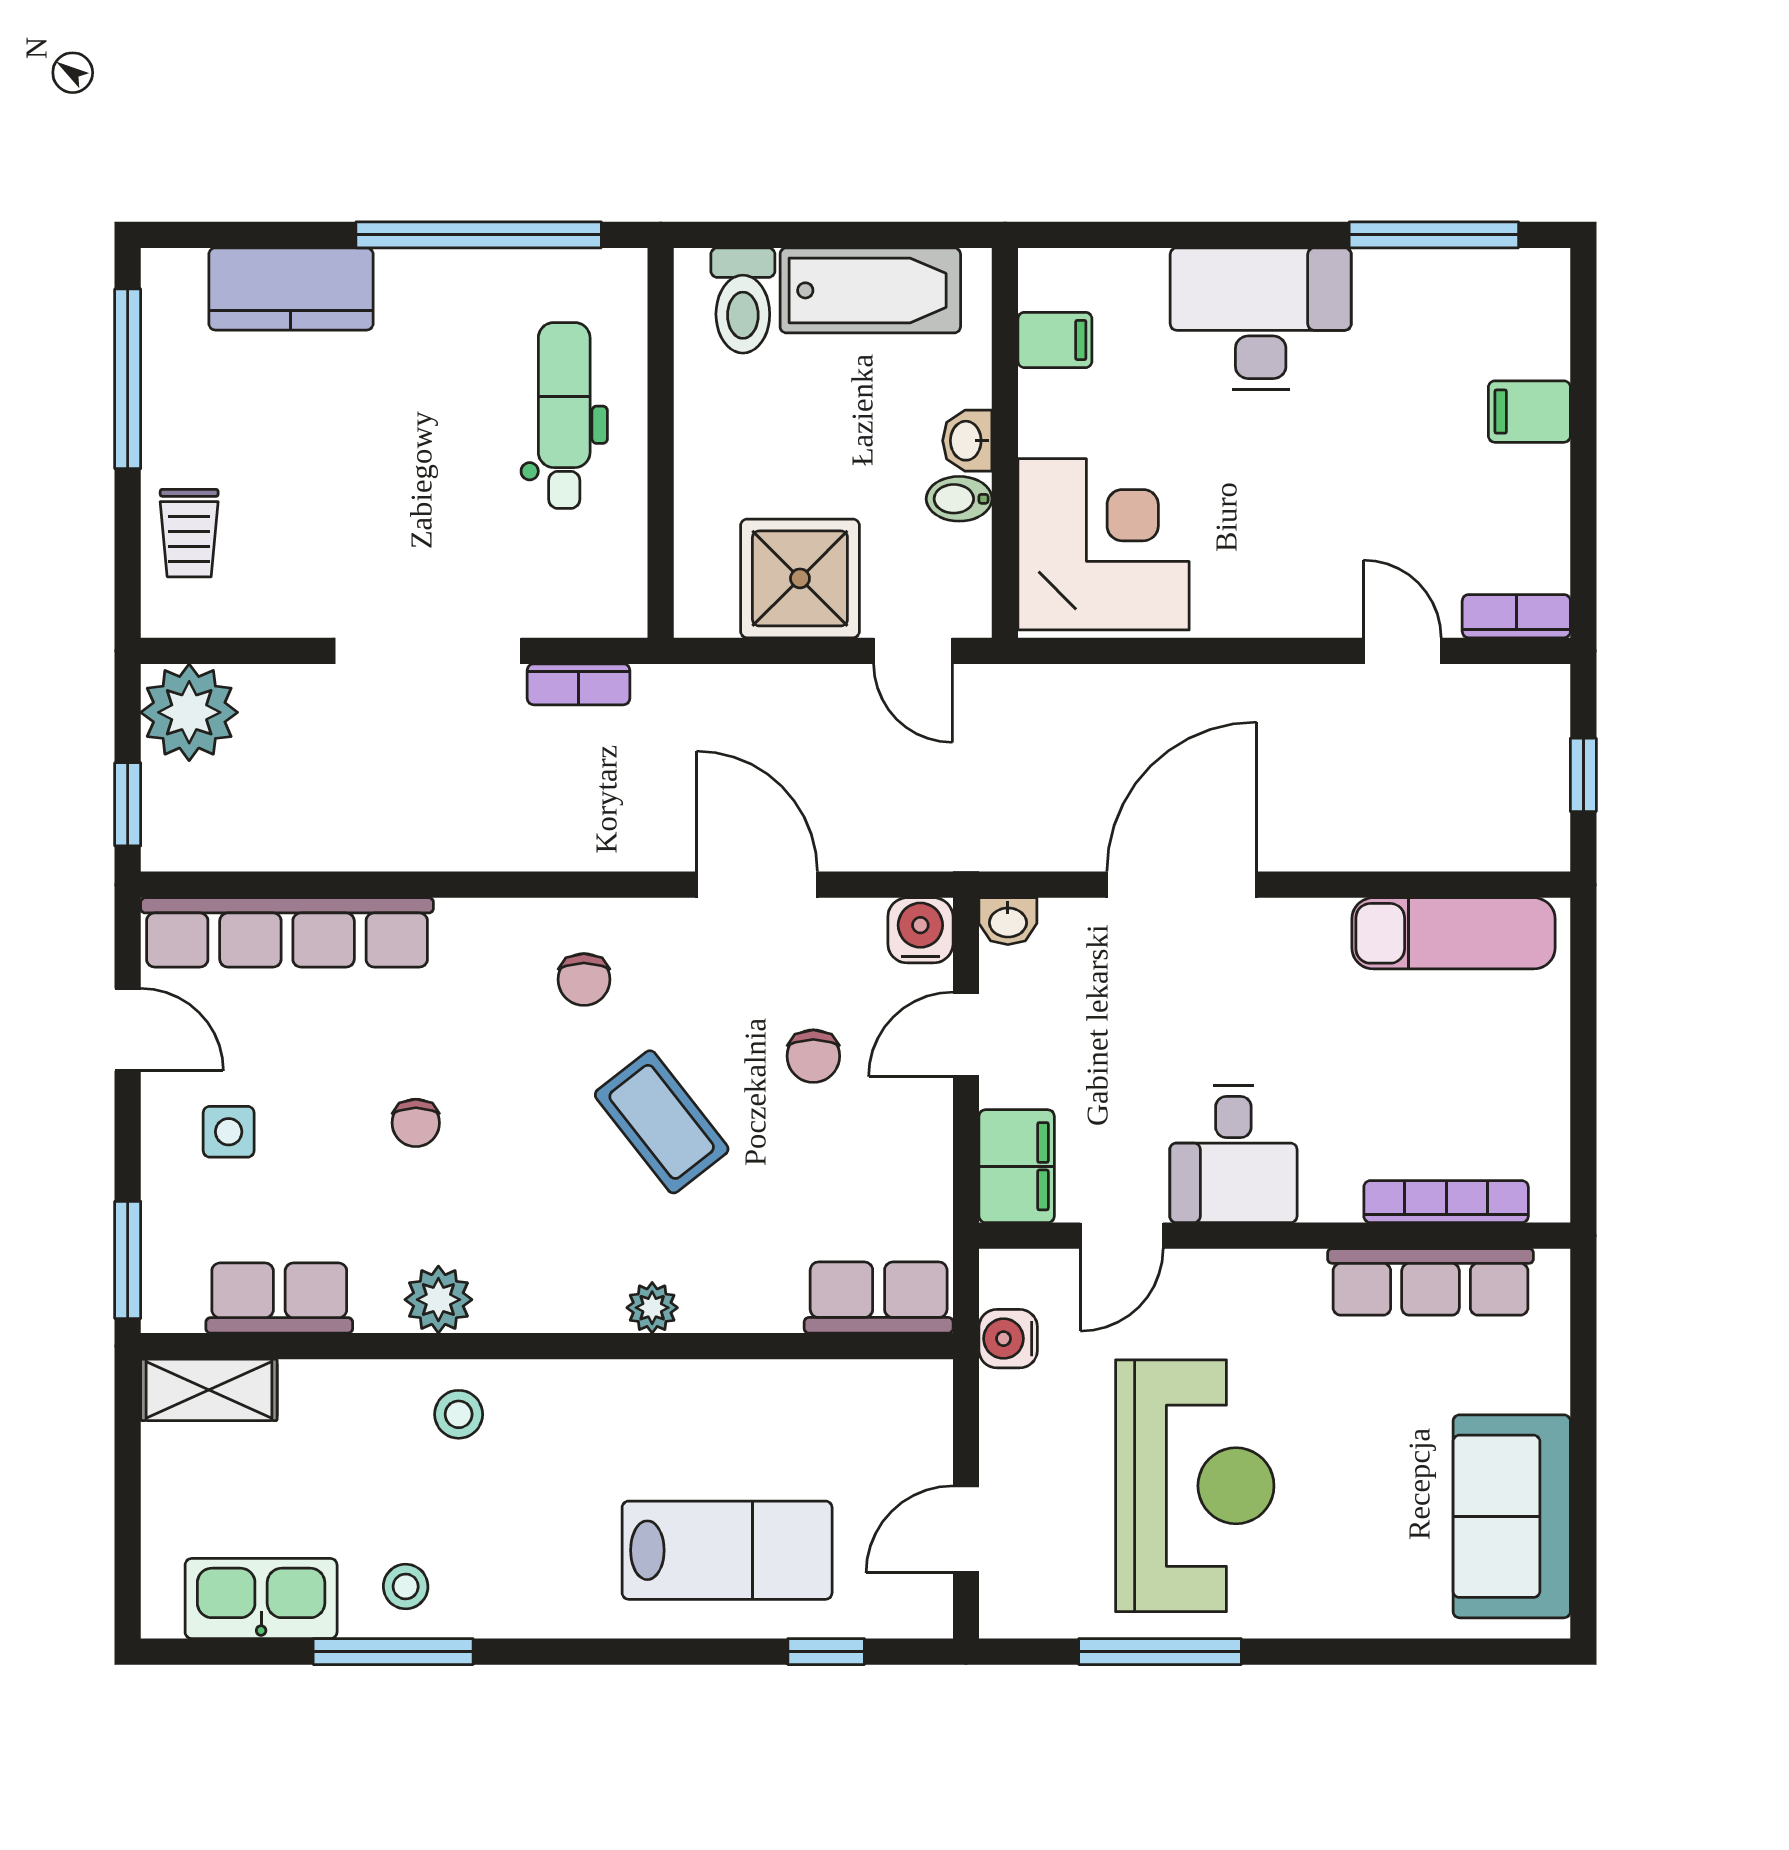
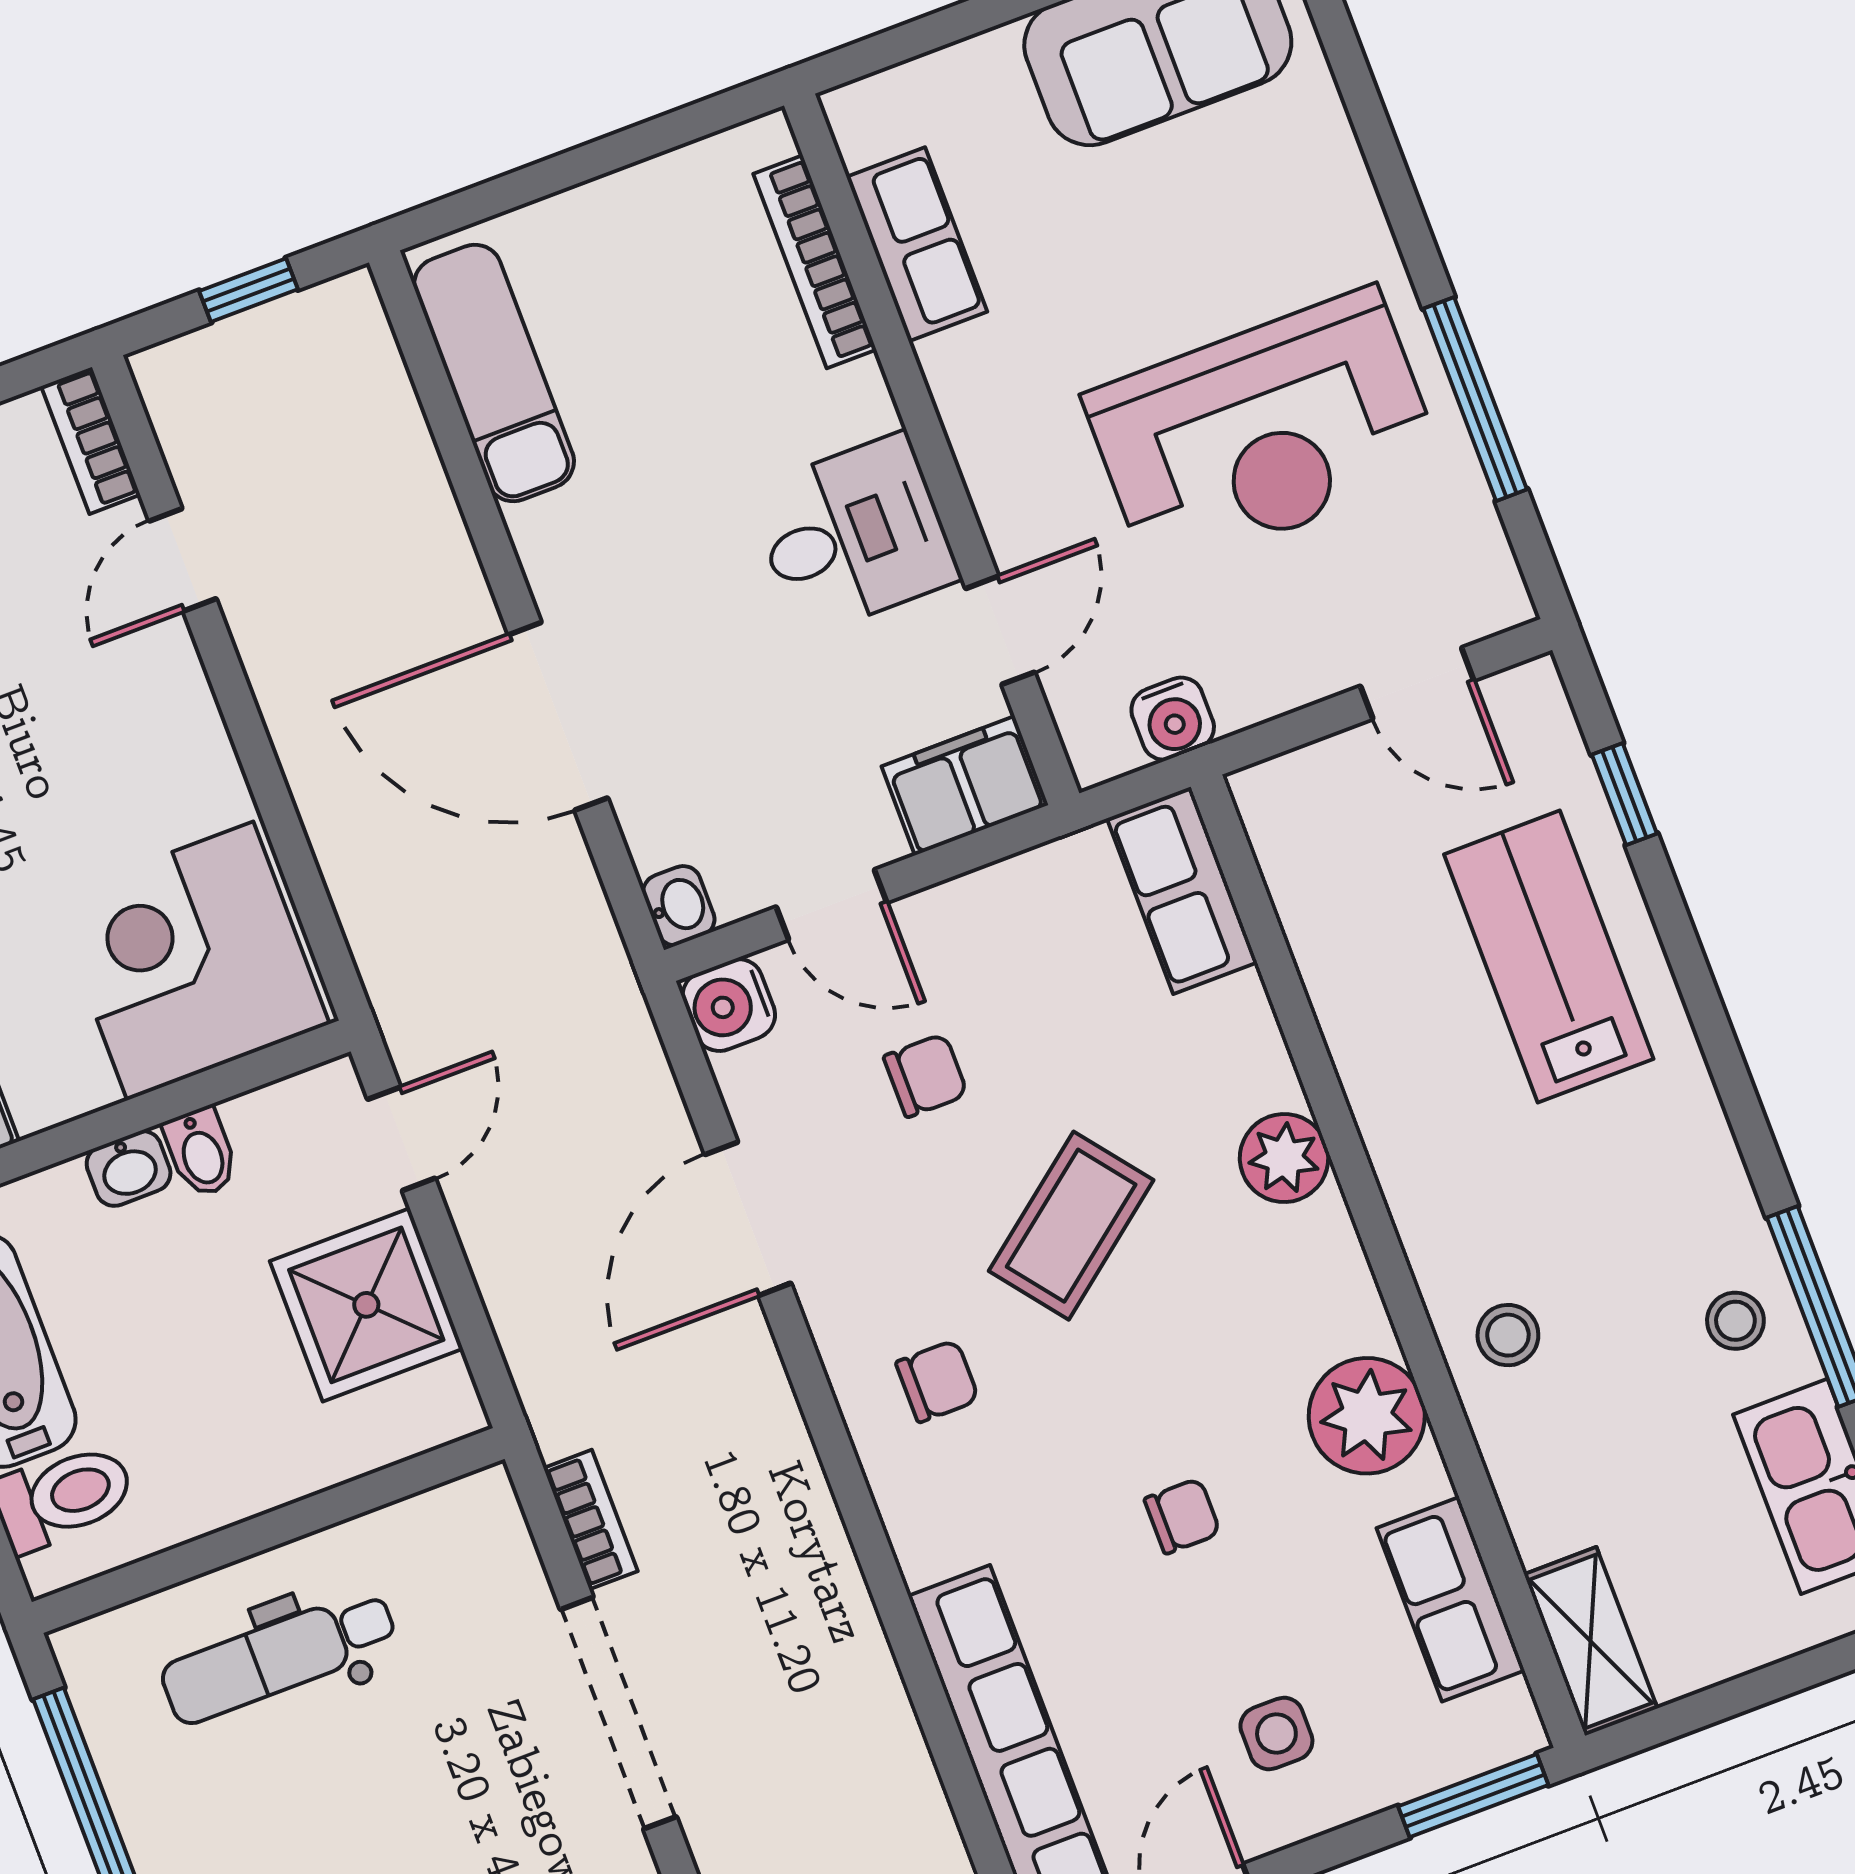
door: (1122, 1236) -> (1000, 630), hinge flipped
row of seats: (1431, 1282) -> (917, 244), width x0.68
plant: (438, 1300) -> (1367, 1416), width x1.36, depth x1.36
plant: (652, 1308) -> (1284, 1158), width x1.38, depth x1.38
reception desk: (1195, 1486) -> (1263, 432), turned 180

